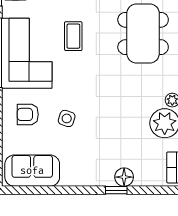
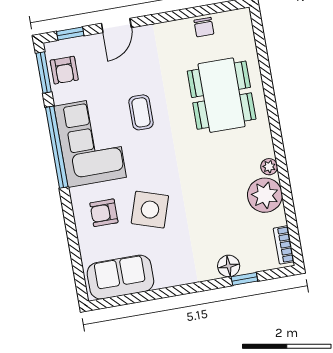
side table: (67, 118) -> (150, 210), width x1.87, depth x1.87
window: (116, 190) -> (244, 279), moved

